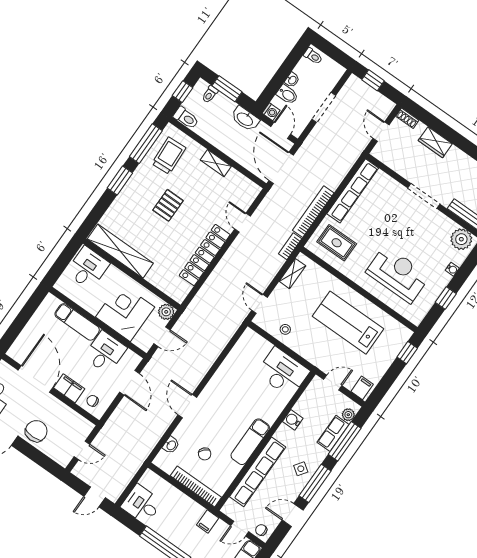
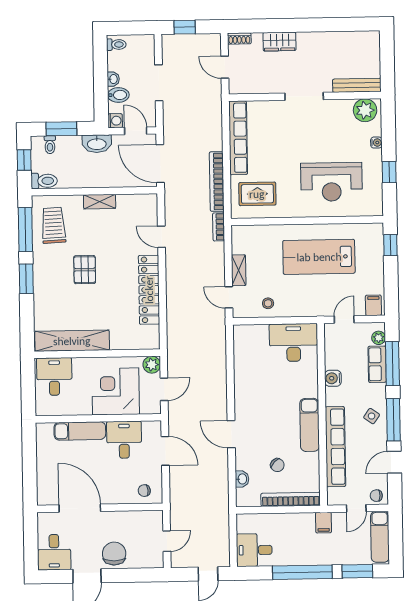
shelving: (292, 274) -> (239, 270), moved
reception desk: (398, 274) -> (332, 182), turned 180
filing cabinet: (69, 388) -> (116, 495), removed

